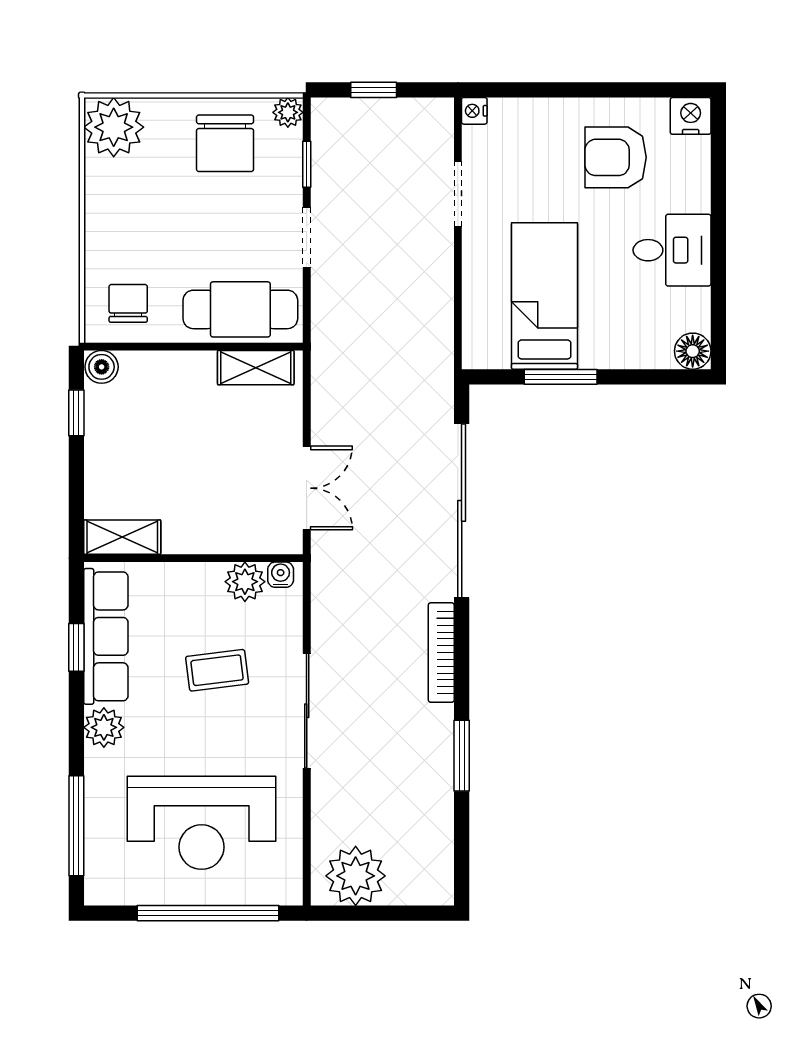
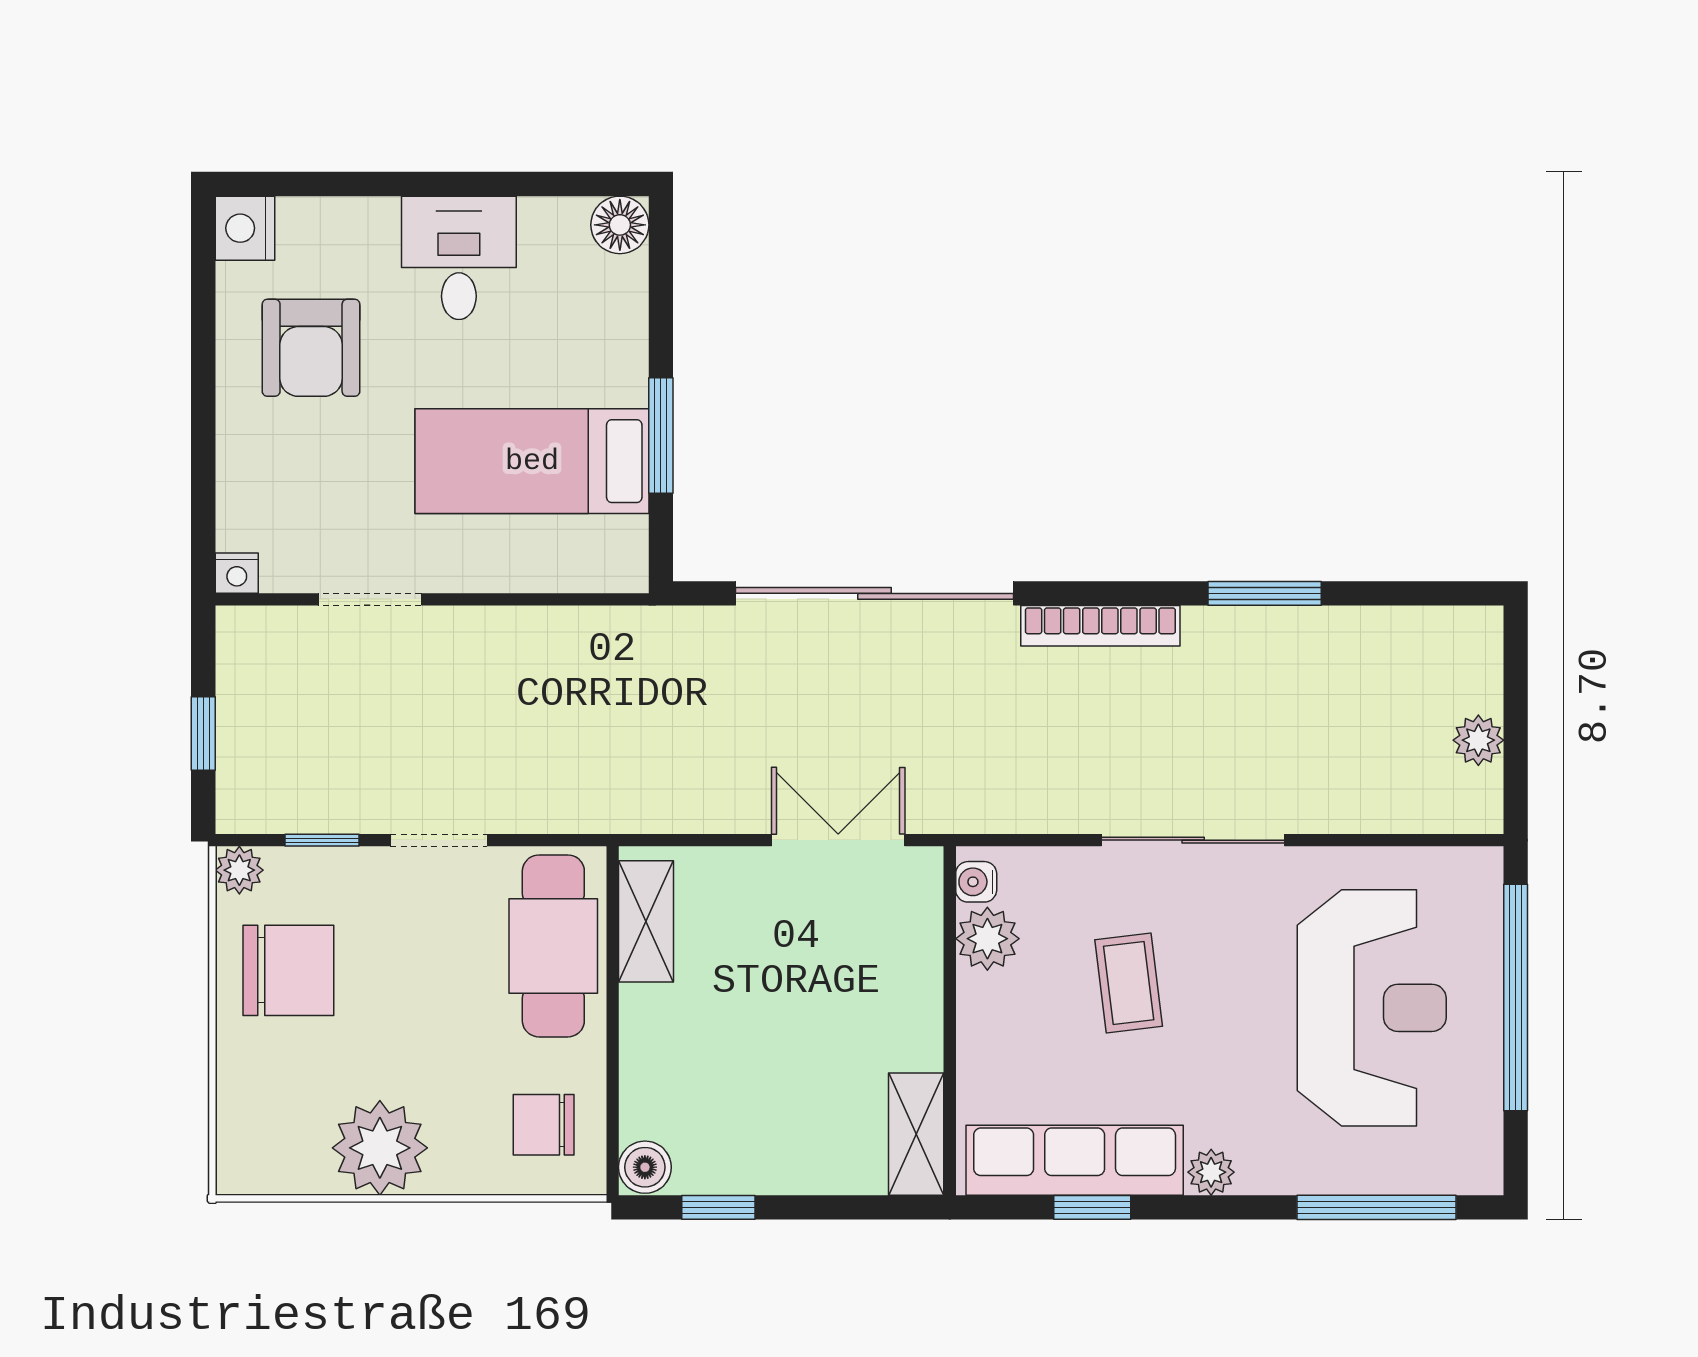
plant: (114, 127) -> (380, 1148), moved
plant: (104, 727) -> (1211, 1172), width x0.73, depth x0.73
plant: (356, 876) -> (1478, 740), width x0.53, depth x0.53

